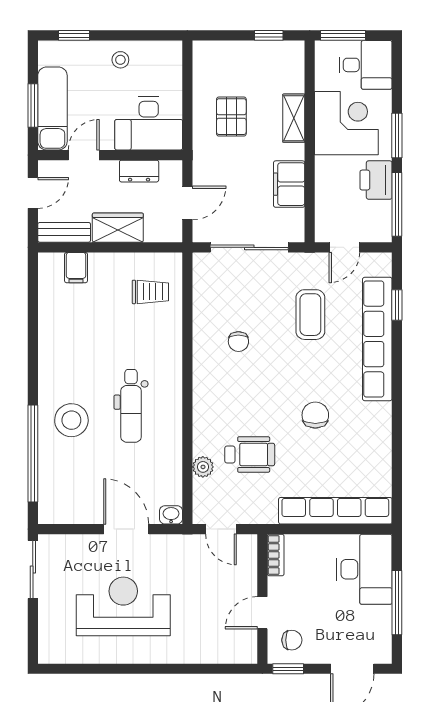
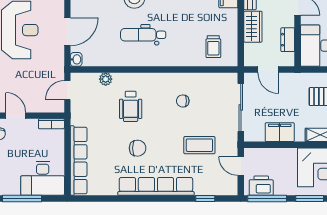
printer: (376, 180) -> (261, 186), moved
row of seats: (377, 339) -> (156, 186), moved
wheelchair: (250, 455) -> (131, 106), moved

